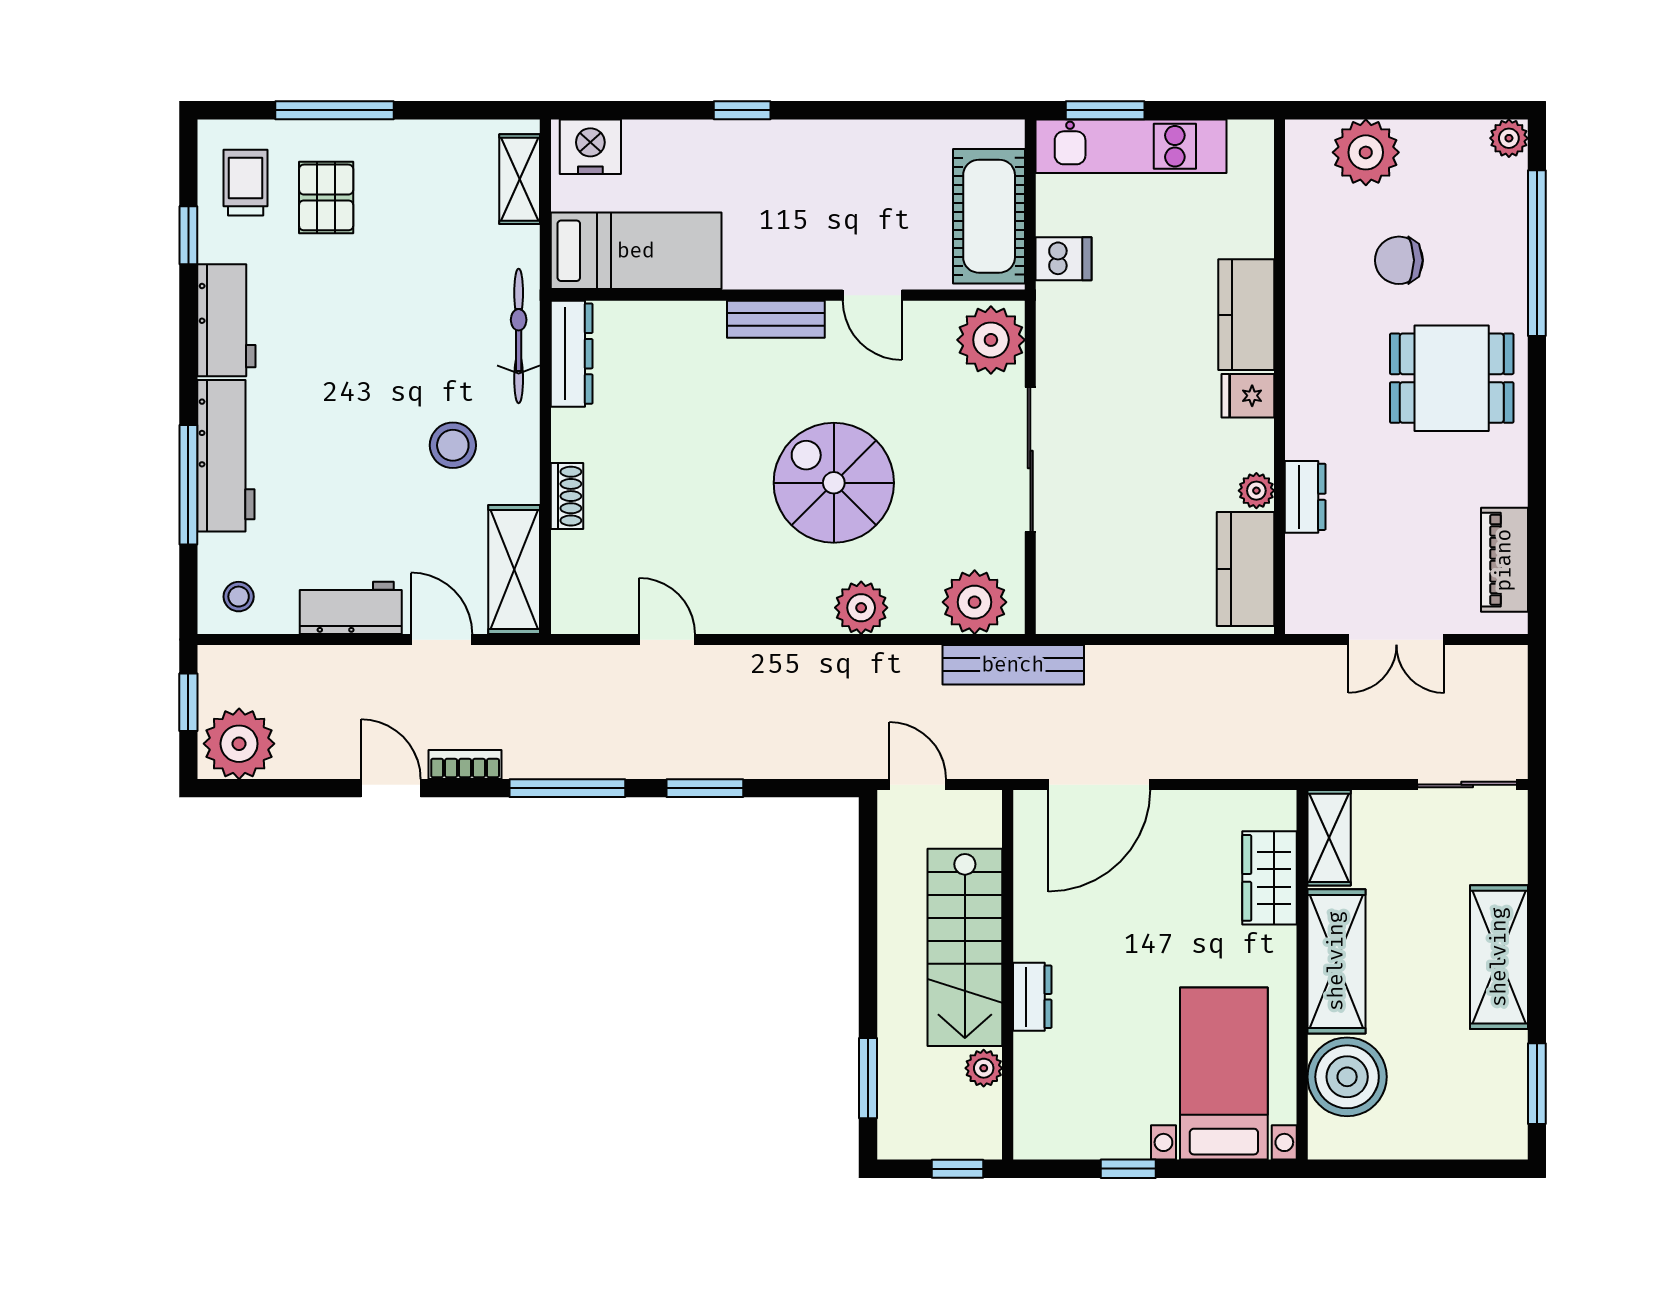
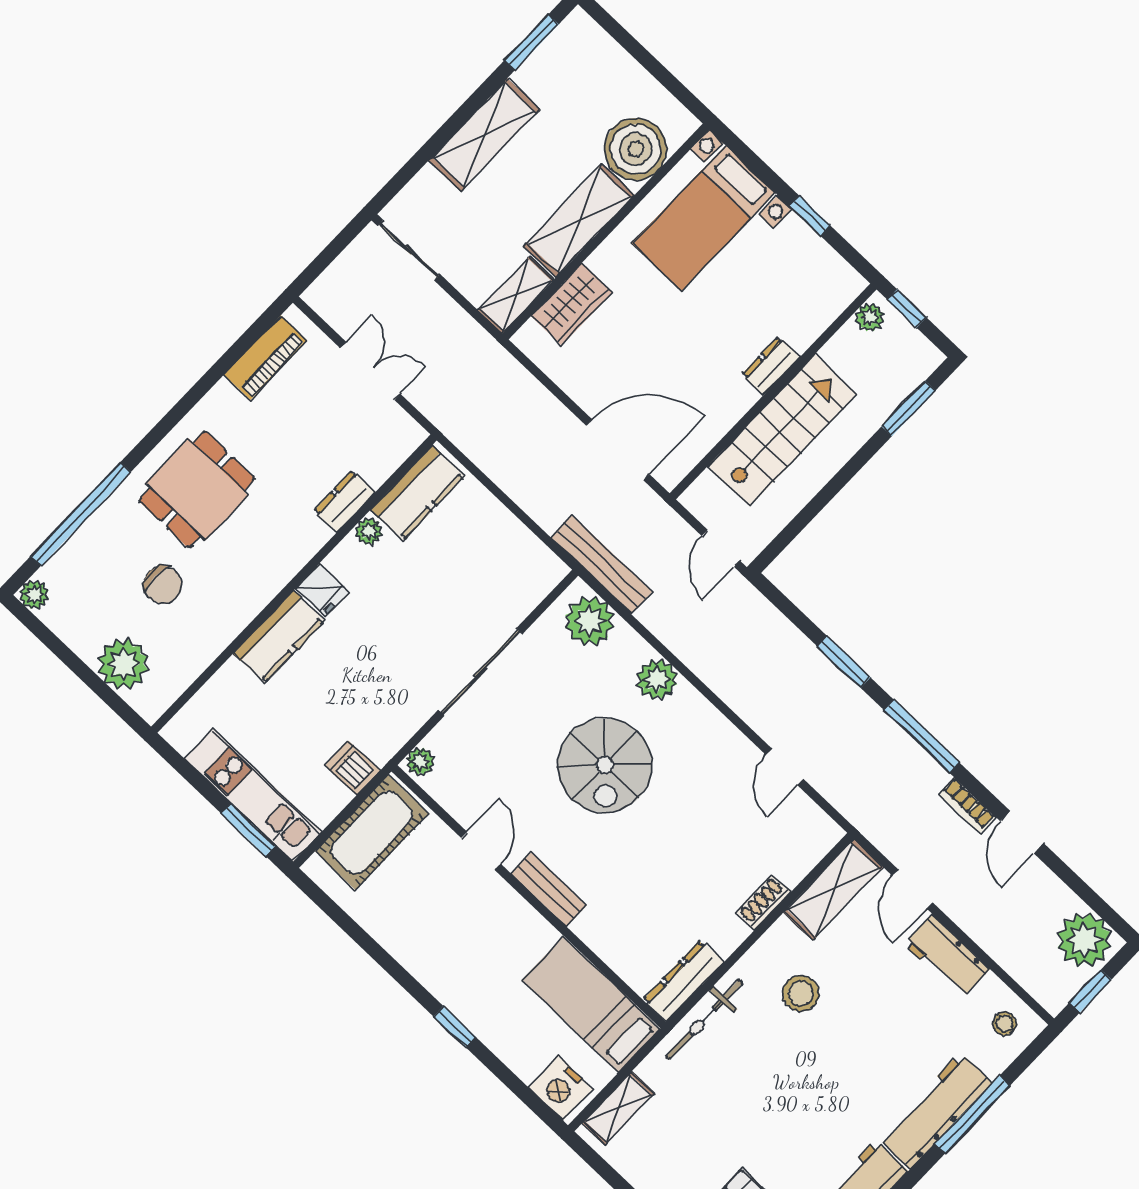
plant: (991, 340) -> (420, 762), width x0.53, depth x0.53
dining table: (1452, 378) -> (197, 489), turned 90
plant: (984, 1068) -> (870, 317), moved

